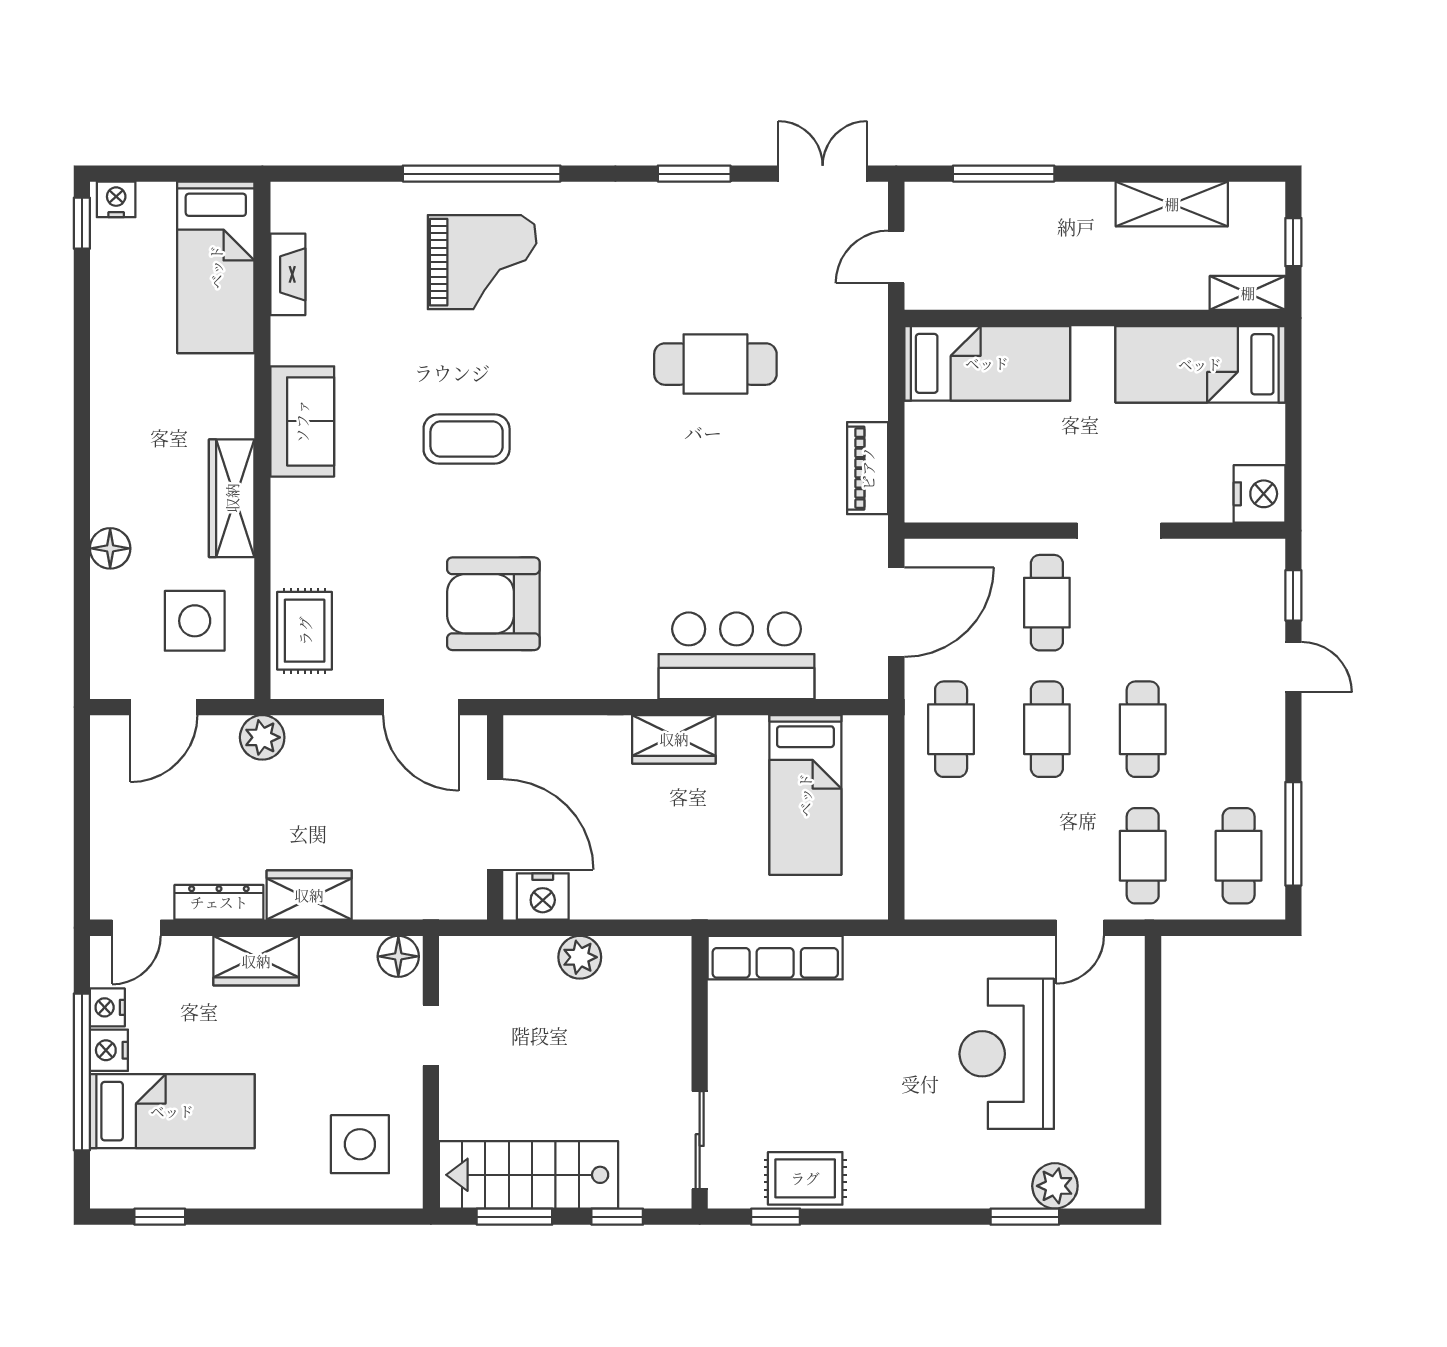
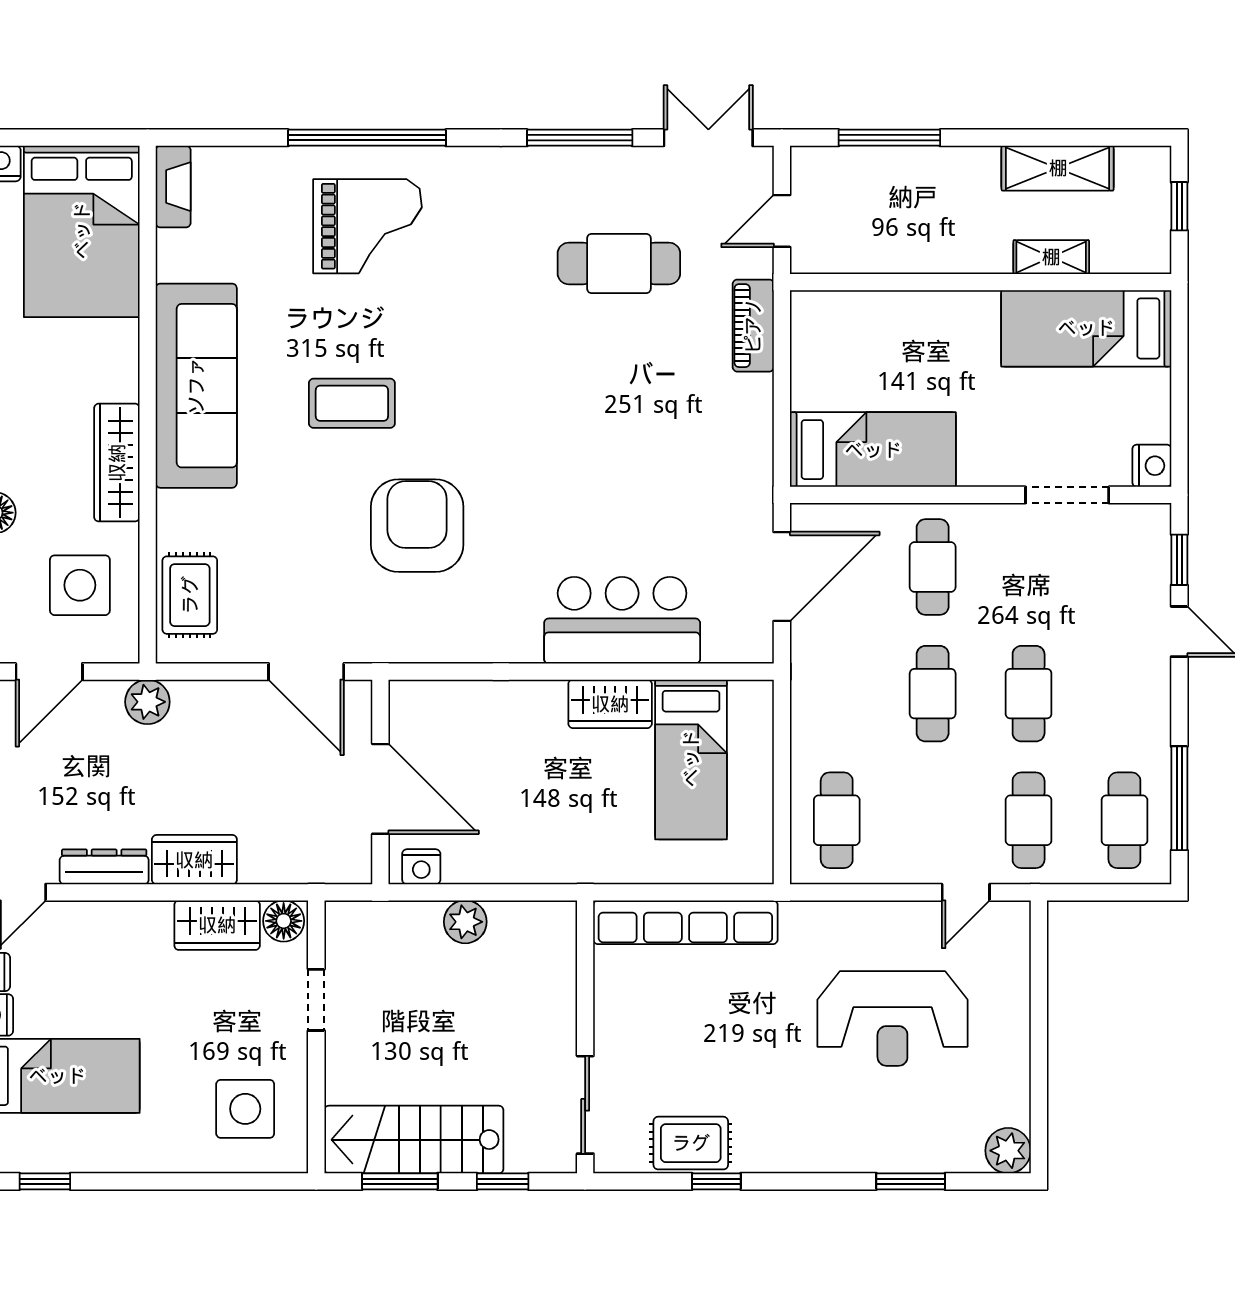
window: (694, 174) -> (580, 138), width x1.44
bed: (216, 267) -> (82, 231), width x1.50
fireplace: (288, 274) -> (173, 187), moved
shelving: (1248, 293) -> (1051, 257), moved
bed: (987, 363) -> (873, 450), moved
cafe table: (715, 364) -> (619, 263), moved
sofa: (302, 421) -> (196, 386), width x1.85, depth x1.27
piano: (868, 468) -> (753, 326), moved
nightstand: (1260, 494) -> (1152, 466), width x0.74, depth x0.75
doorway: (1119, 531) -> (1067, 495), moved
armchair: (493, 604) -> (417, 526), moved, turned 90
cafe table: (951, 729) -> (837, 820), moved
wardrobe: (674, 739) -> (610, 704), moved
nightstand: (543, 897) -> (421, 867), width x0.74, depth x0.75
row of seats: (775, 958) -> (685, 922), width x1.36
wardrobe: (256, 961) -> (217, 925), moved
reception desk: (1007, 1054) -> (892, 1018), turned -90
plant: (1055, 1186) -> (1008, 1151), moved
window: (776, 1217) -> (716, 1181), moved

